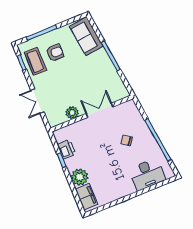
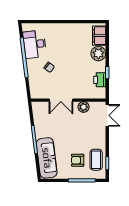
sofa: (86, 36) -> (47, 158), width x1.36
double door: (37, 101) -> (107, 115), moved
desk: (147, 174) -> (35, 44), moved, turned -97

